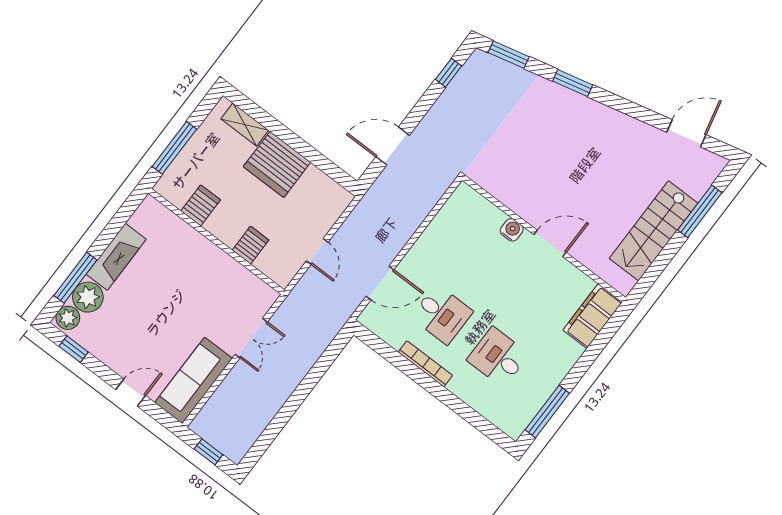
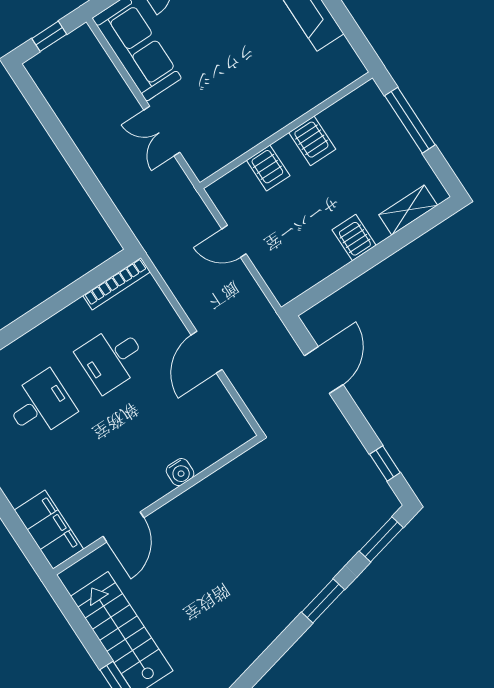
server rack: (277, 164) -> (354, 238), width x0.46, depth x0.70
server rack: (201, 205) -> (312, 141), moved
door: (550, 244) -> (123, 527), moved
door: (380, 283) -> (207, 352), moved
bookcase: (425, 364) -> (117, 284), moved

